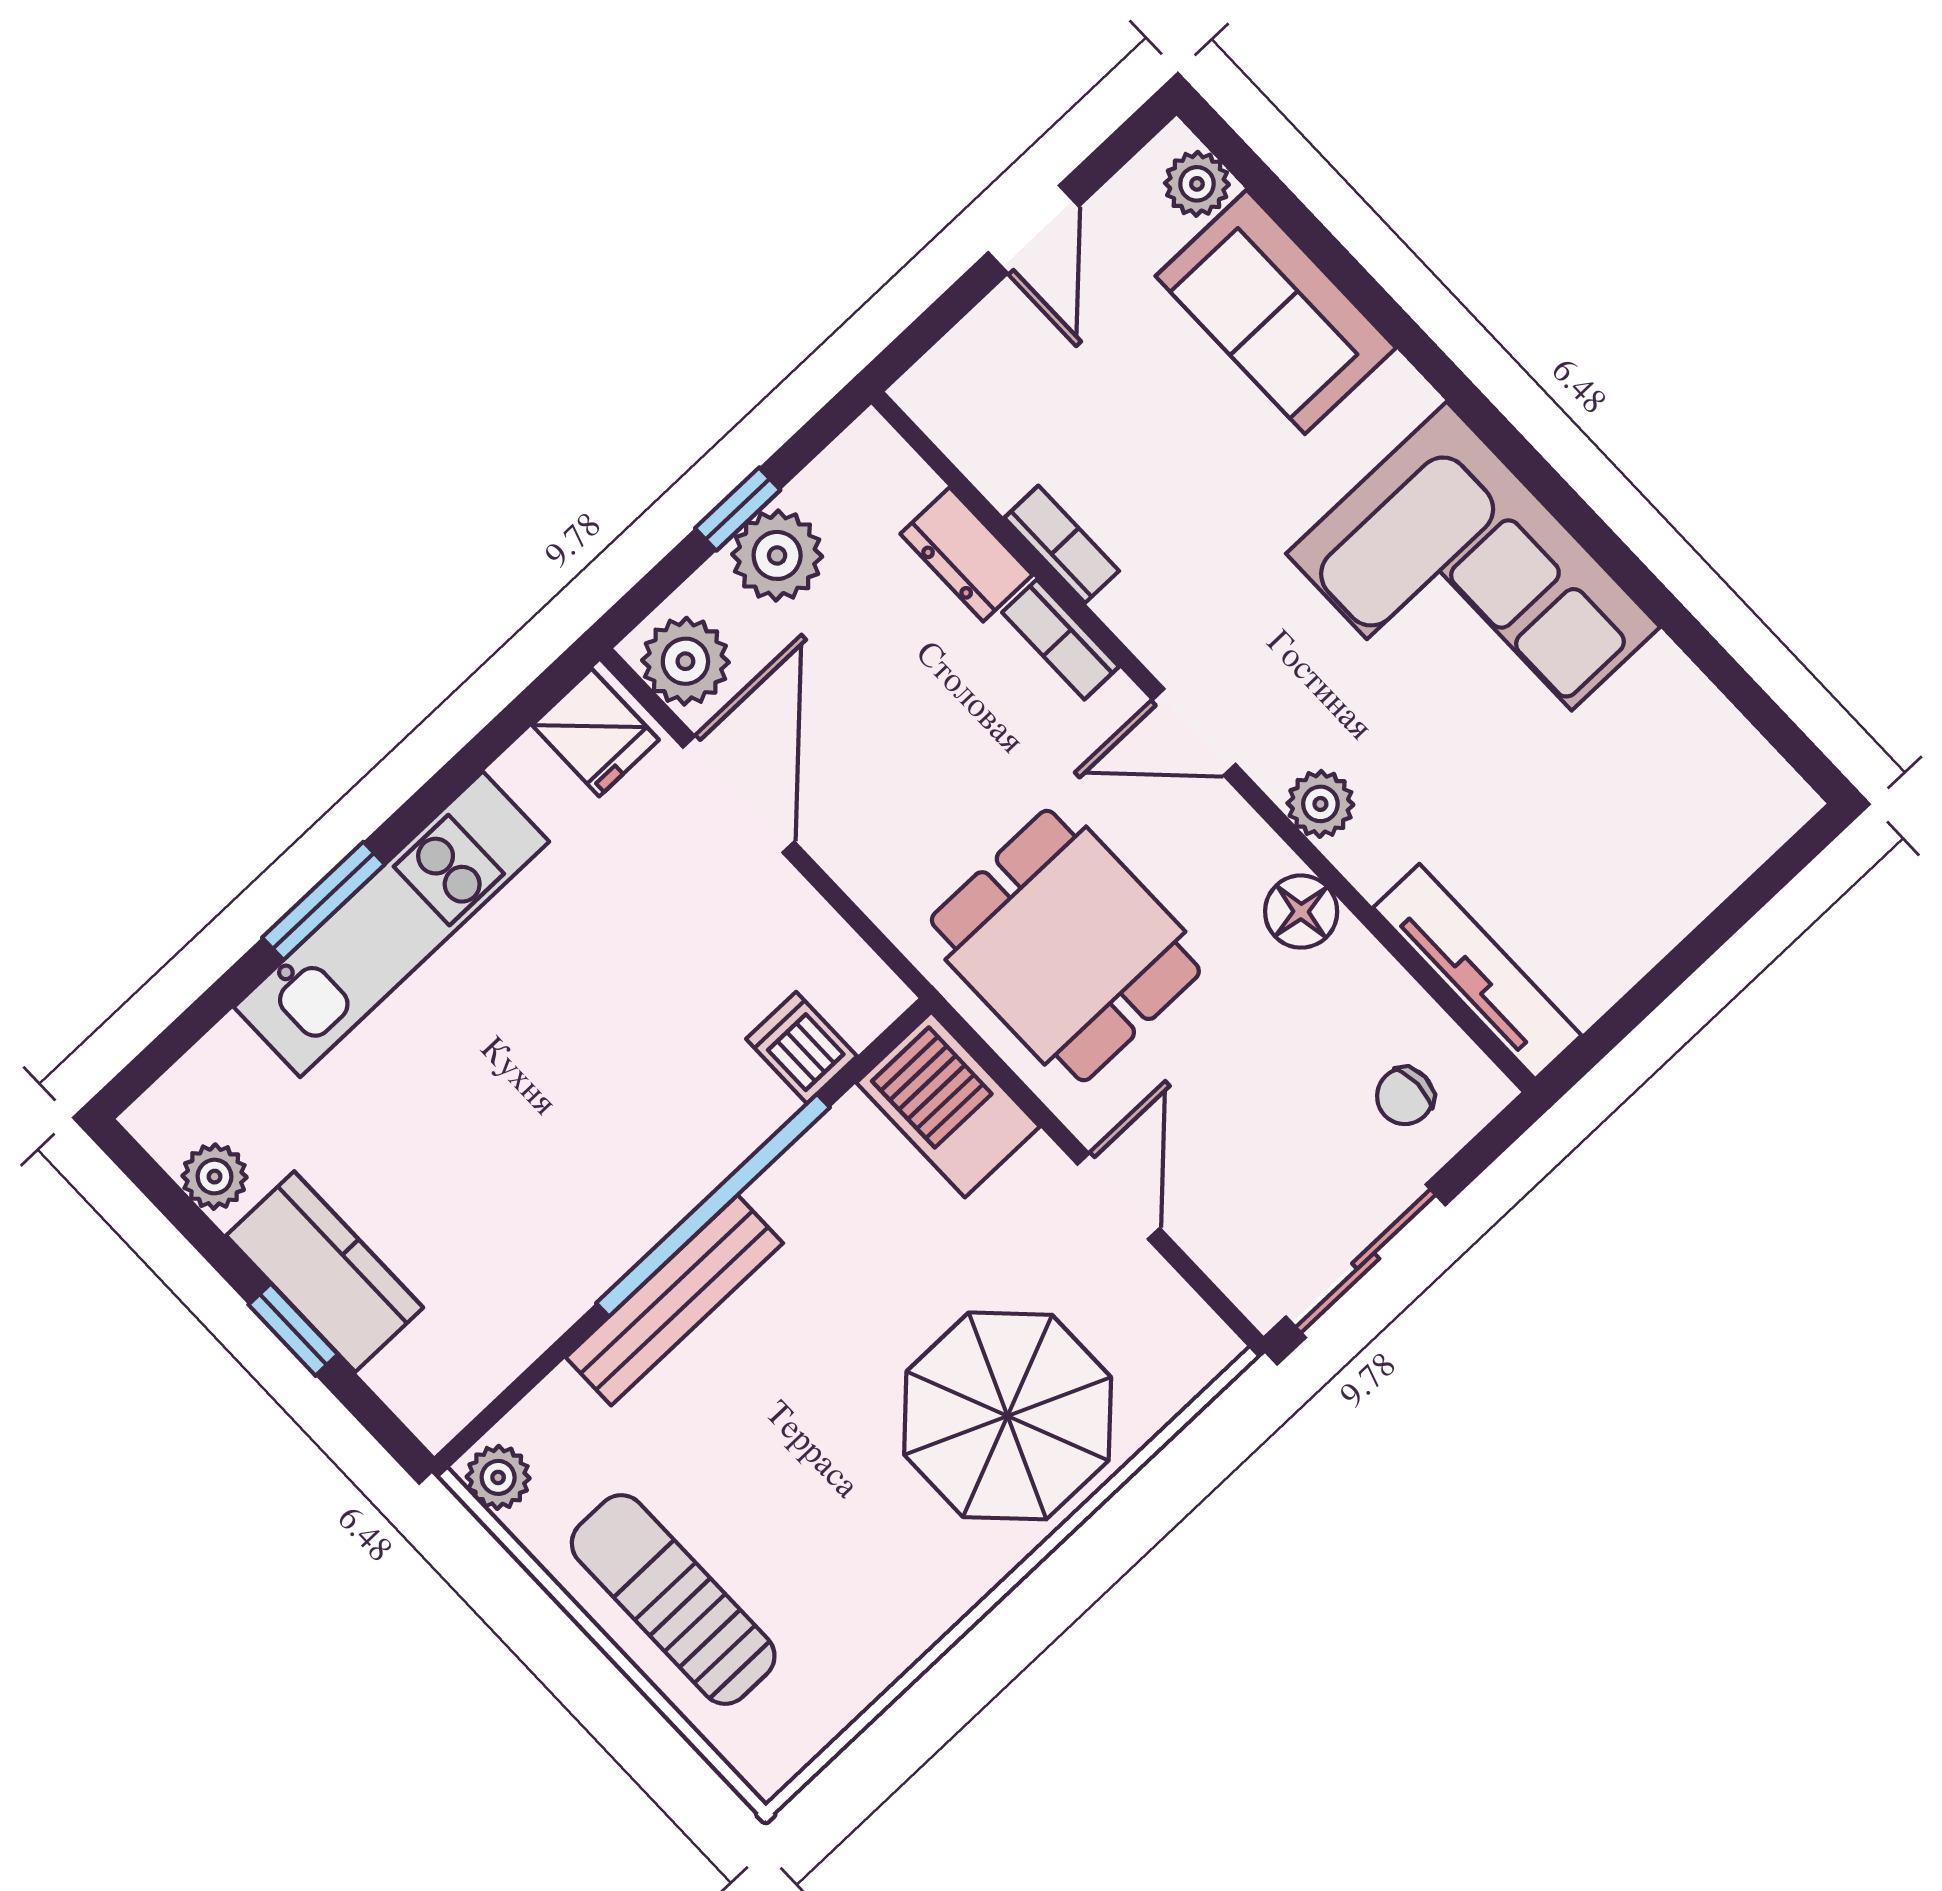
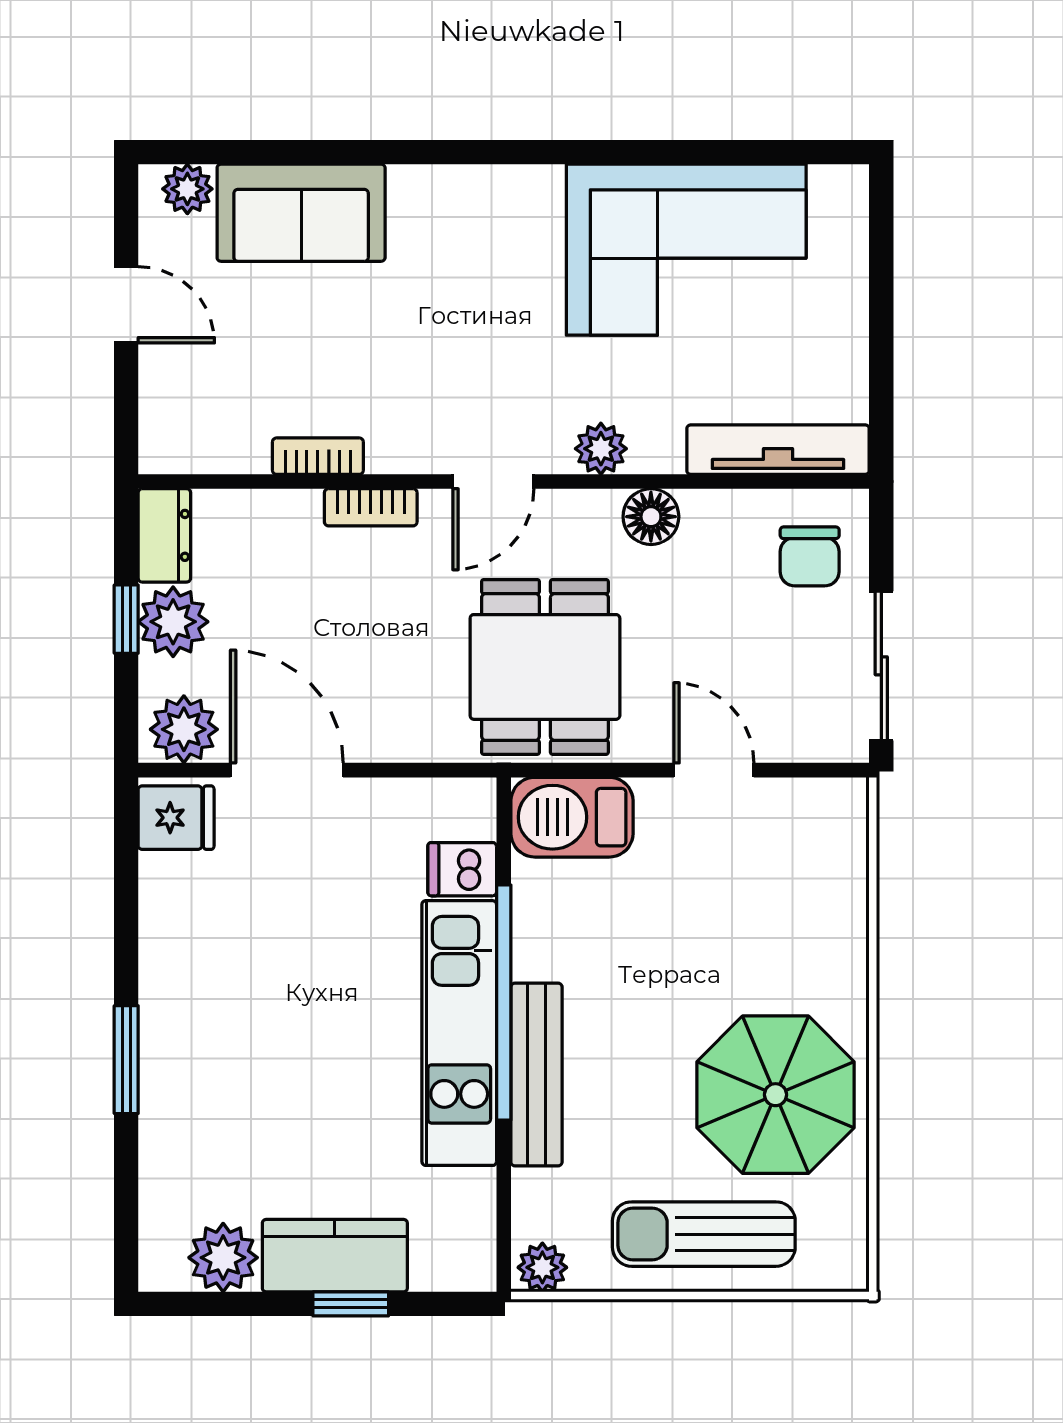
dresser: (966, 554) -> (164, 535), moved, turned -90
corner sofa: (1473, 590) -> (686, 250), moved
kitchen unit: (392, 924) -> (459, 1033), moved, turned 180
dining table: (1065, 946) -> (545, 667), turned 90
chair: (1405, 1096) -> (810, 556), width x1.37, depth x1.37
plant: (215, 1177) -> (223, 1258), width x1.38, depth x1.38
parasol: (1008, 1416) -> (776, 1095), moved

